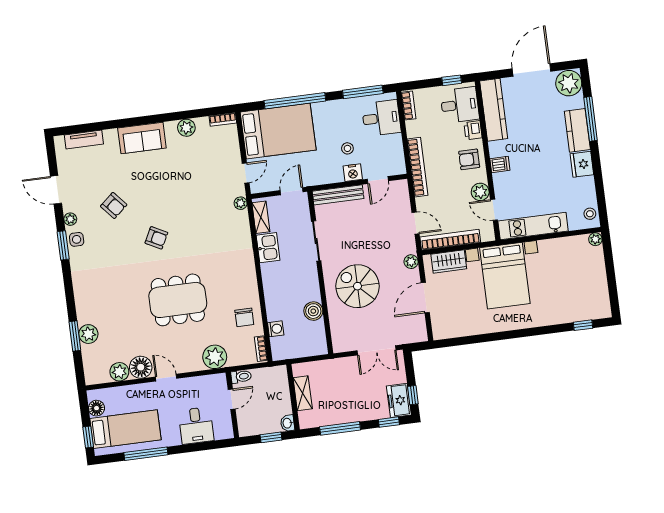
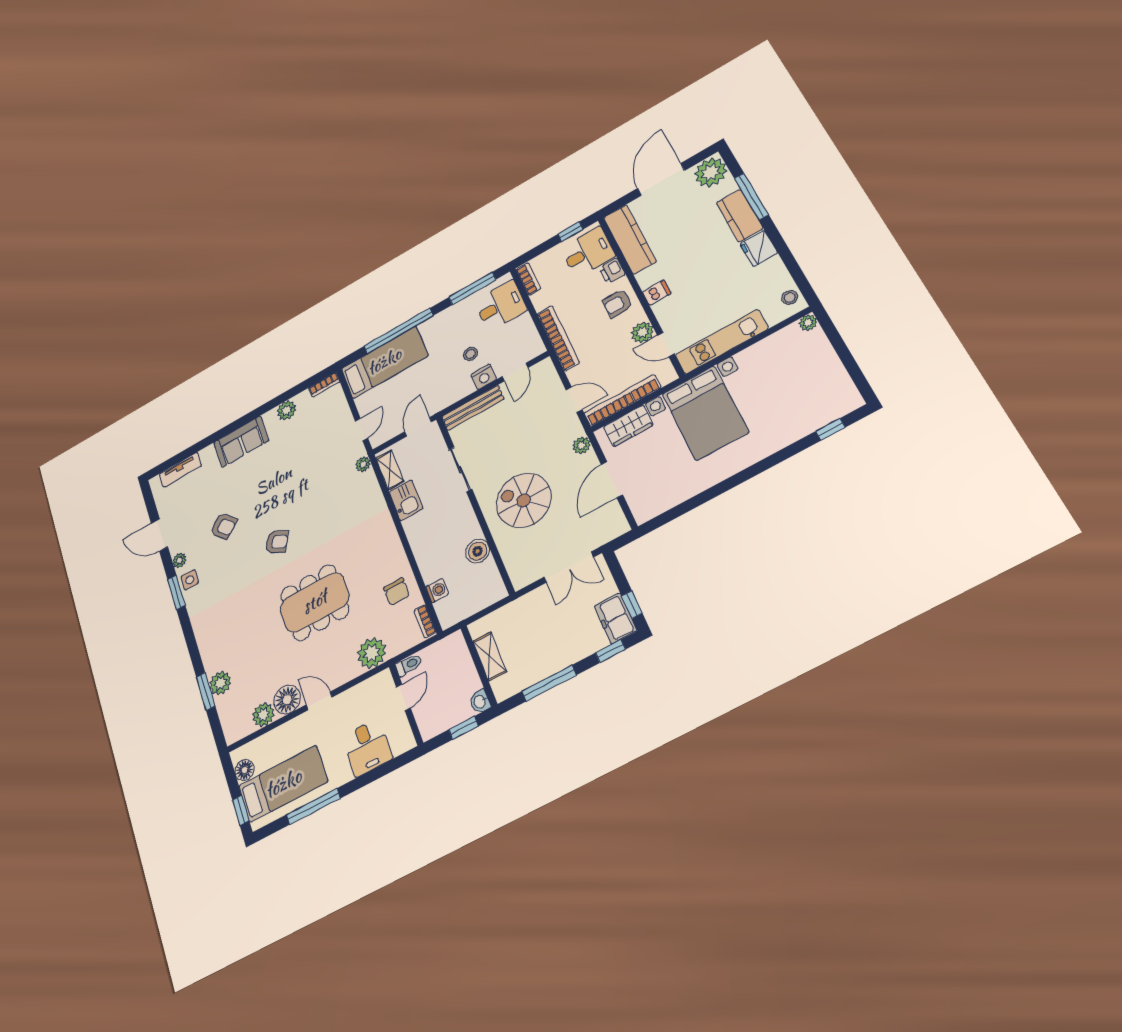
bed: (278, 131) -> (384, 362), width x0.67

